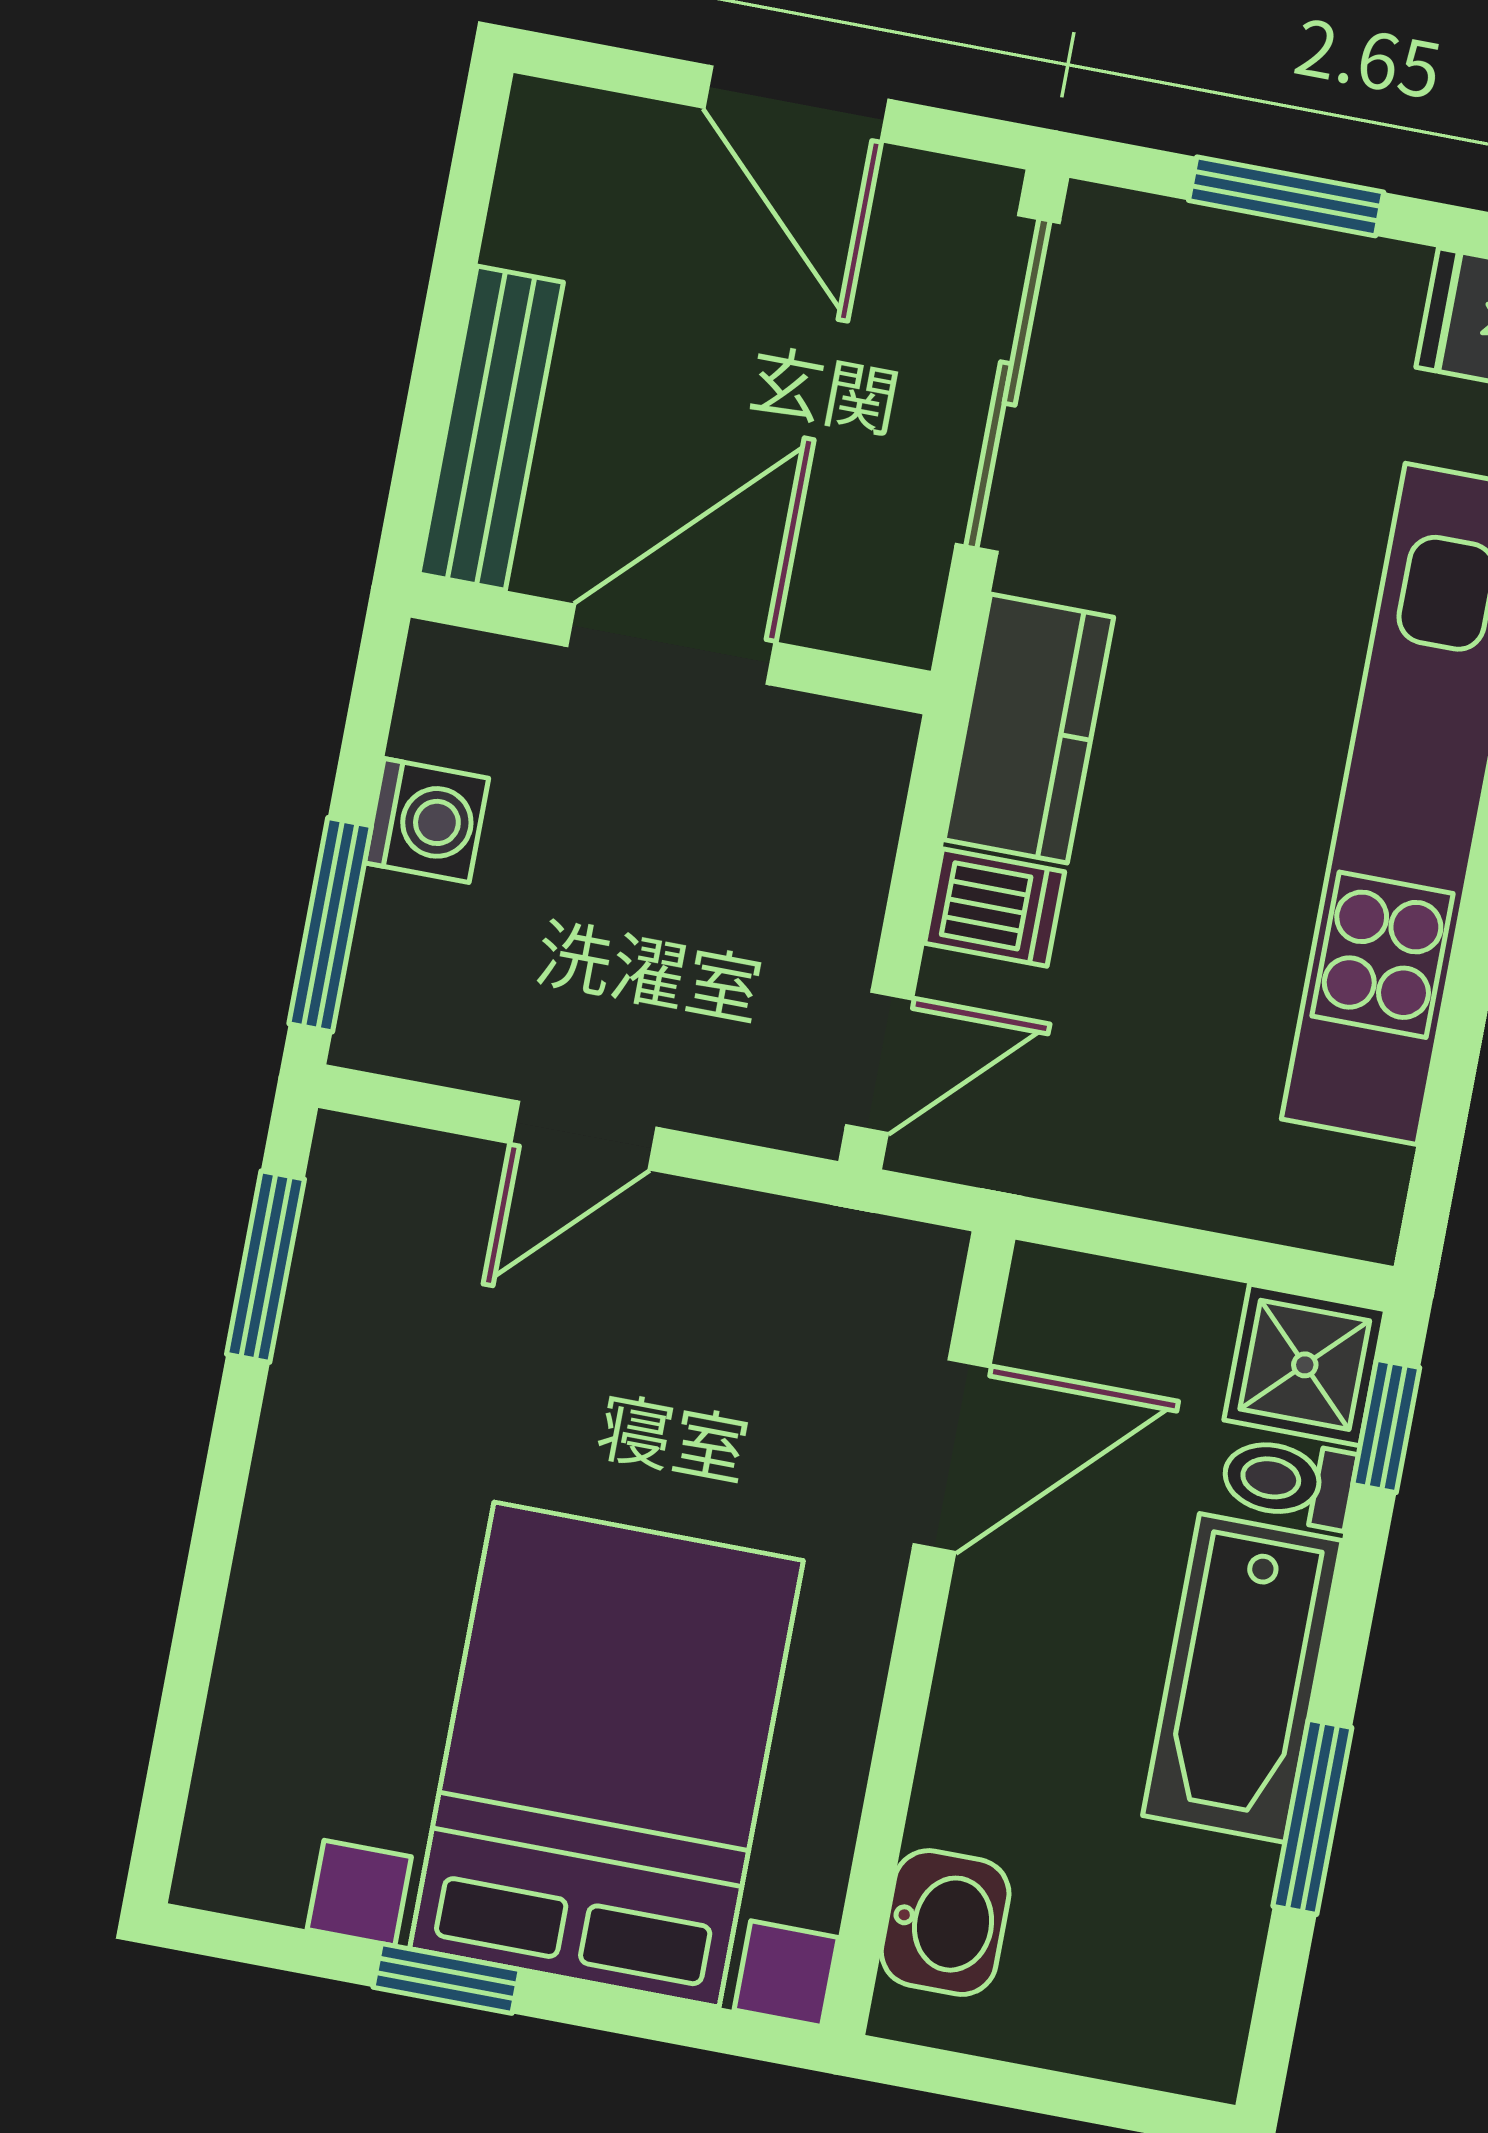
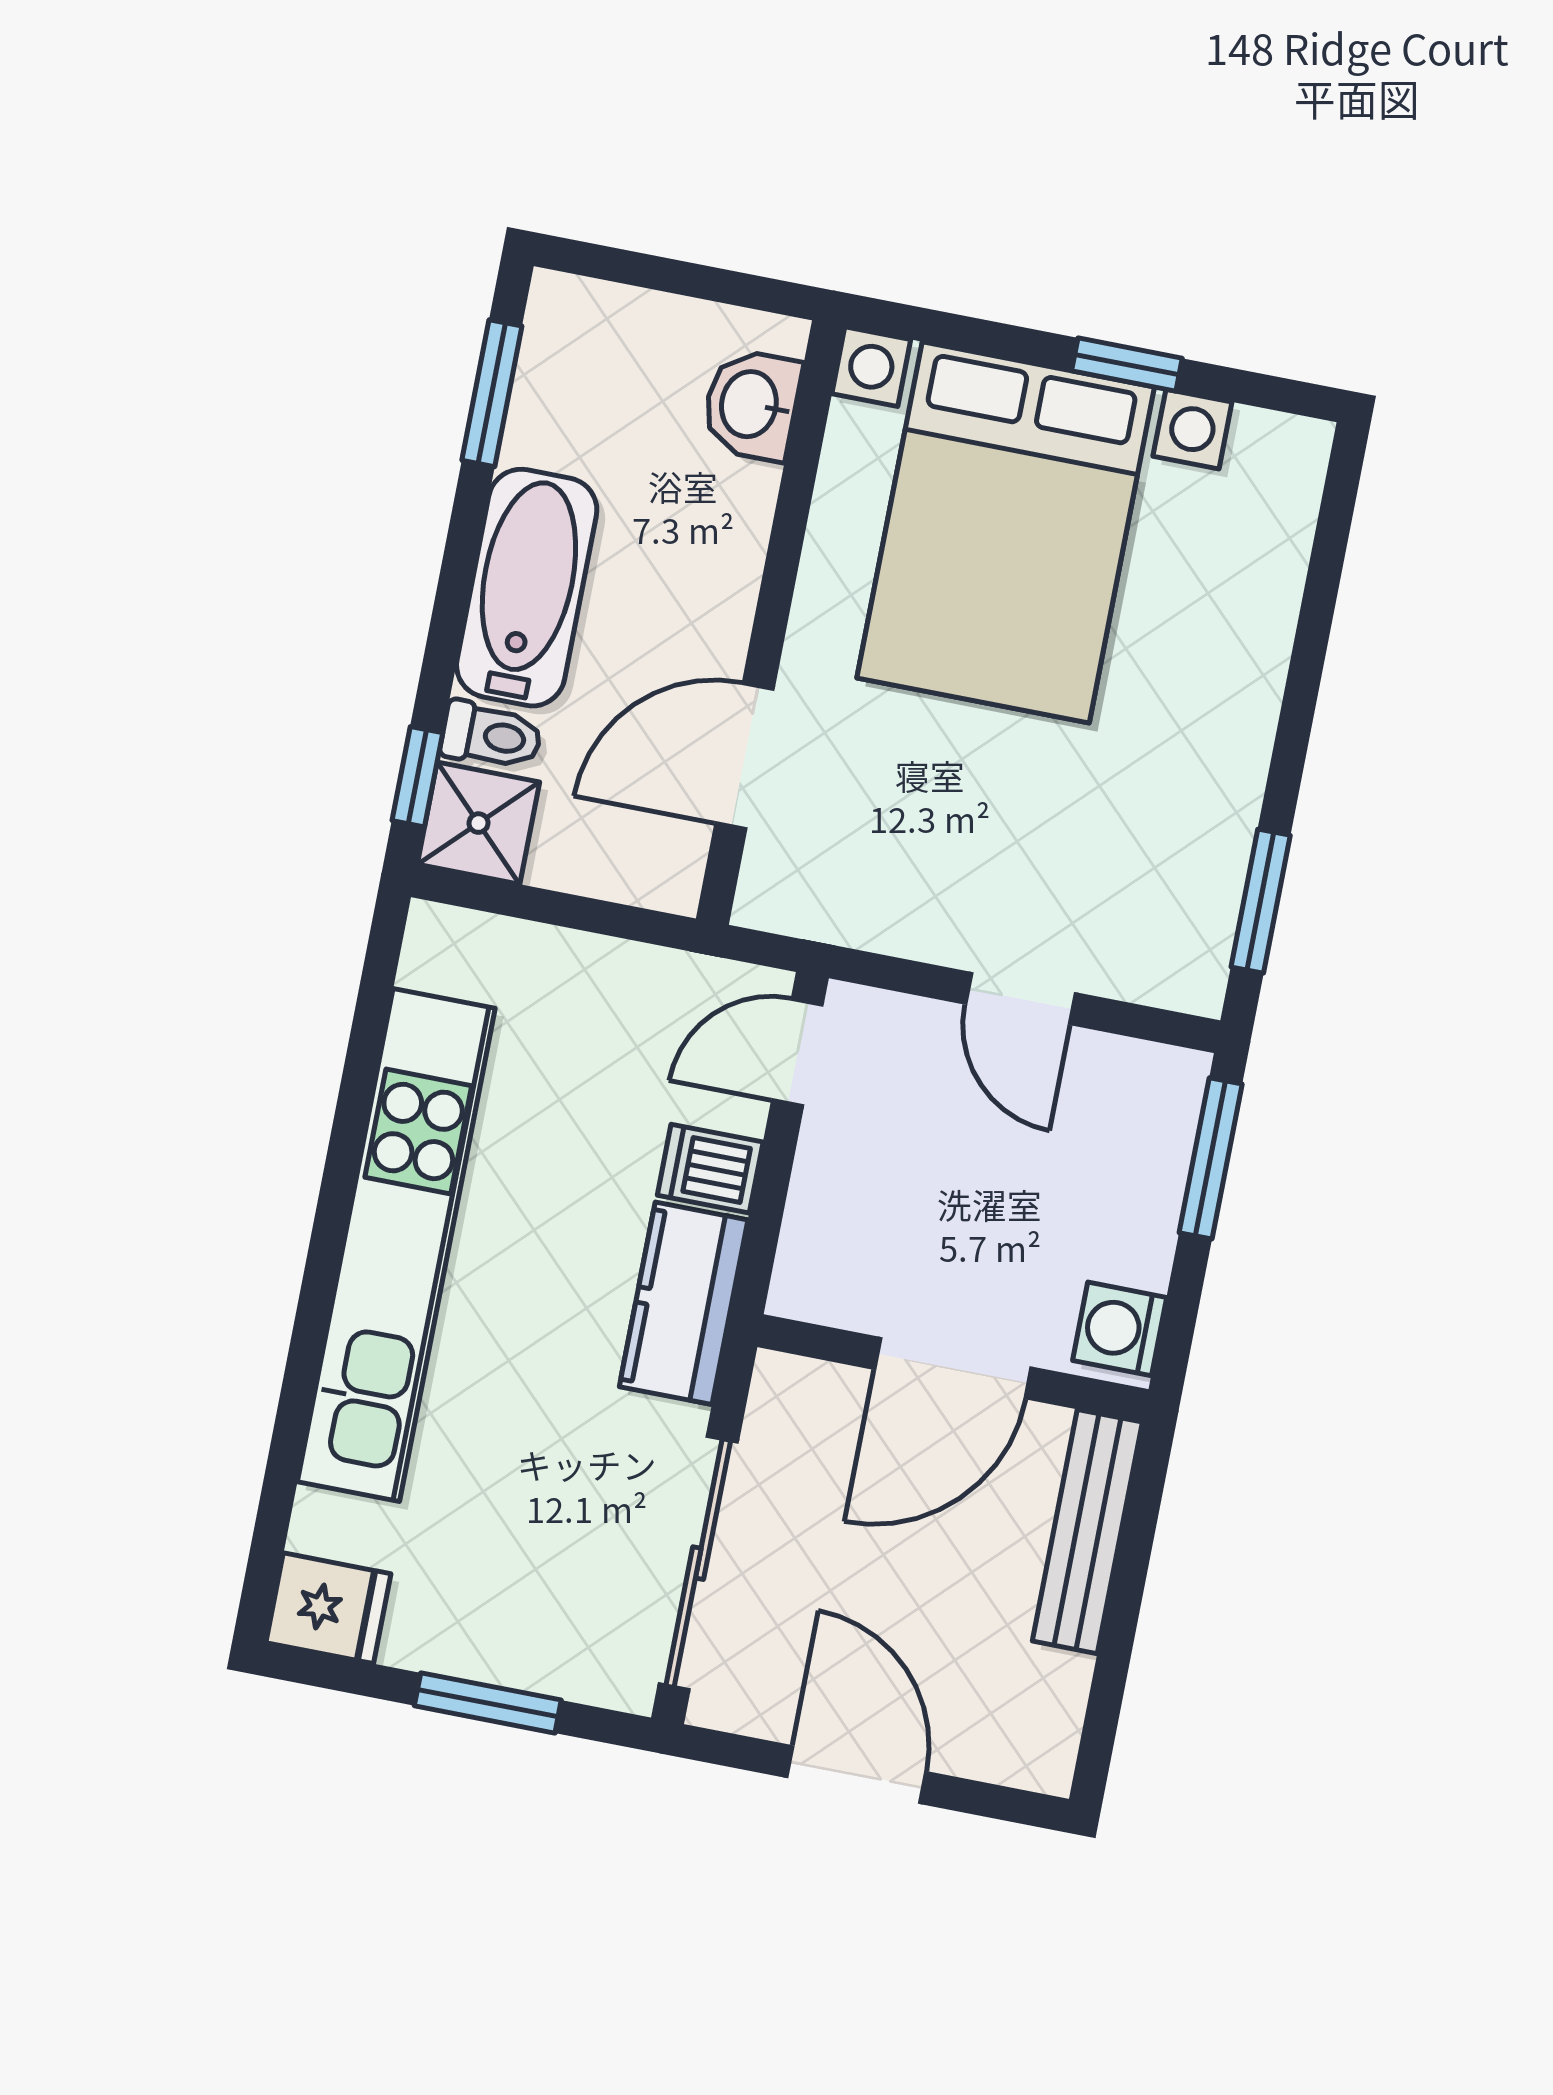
washing machine: (426, 820) -> (1120, 1329), moved
door: (584, 1136) -> (1020, 999), swing flipped
window: (1312, 1817) -> (492, 393), moved

